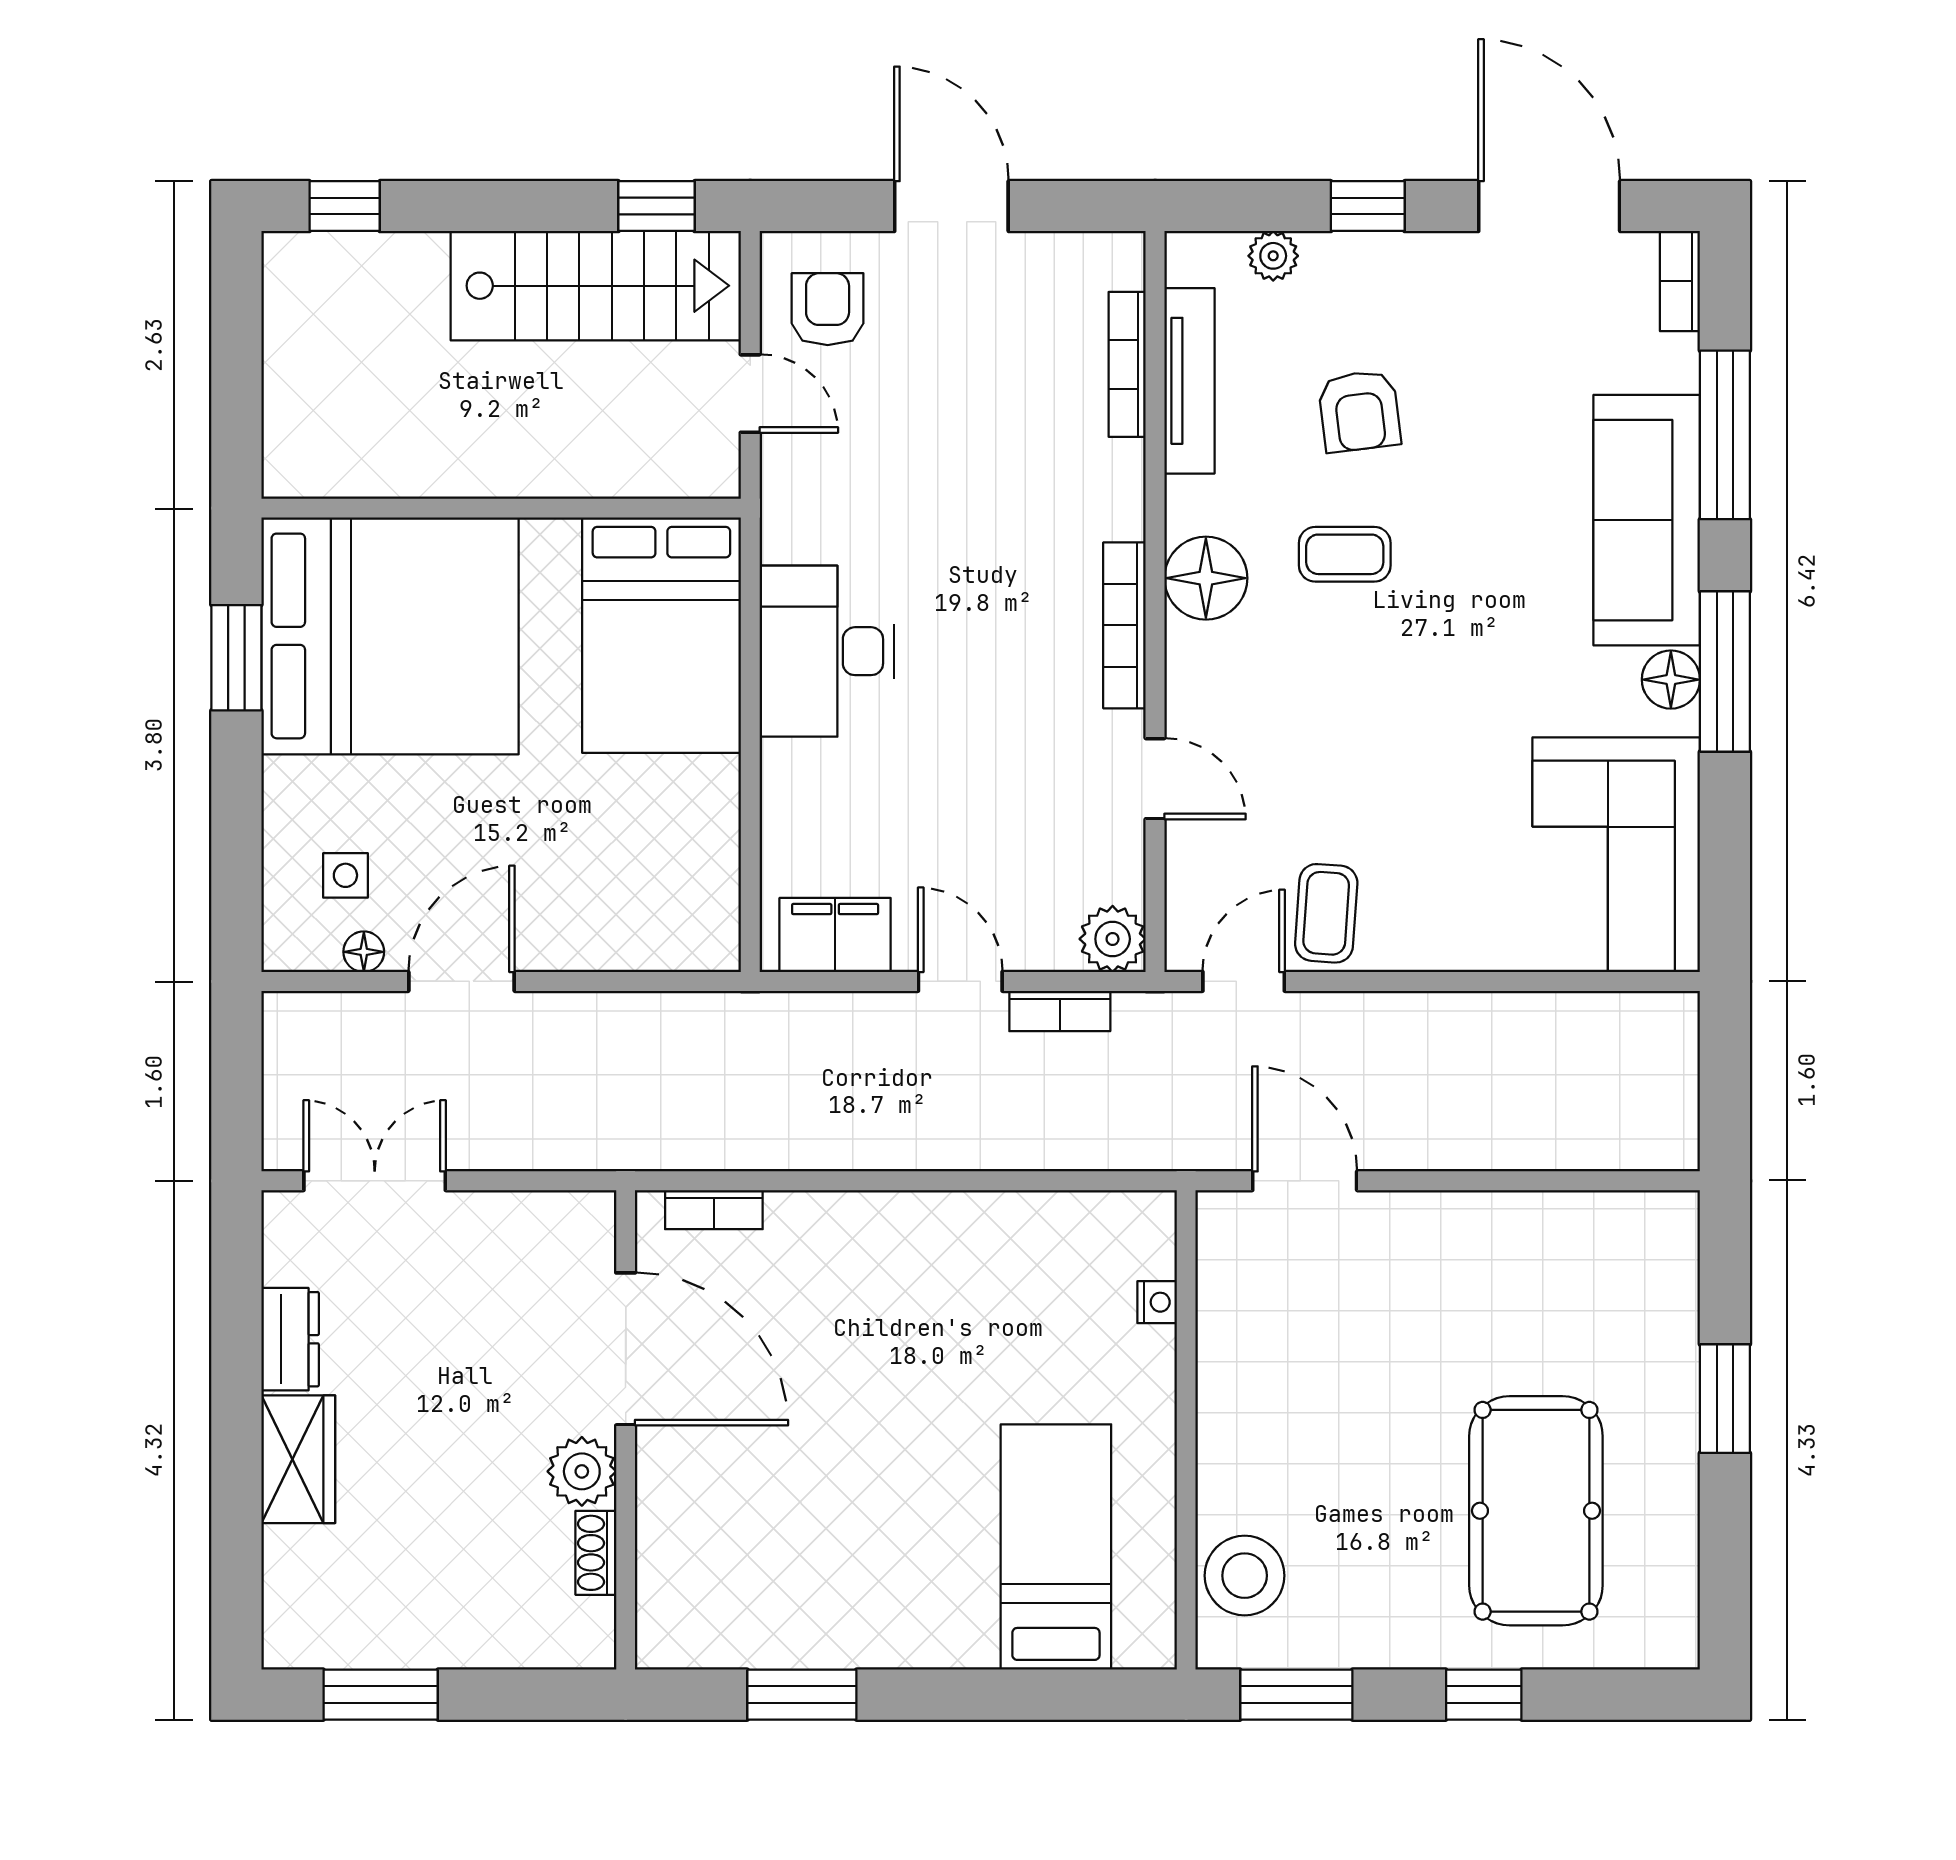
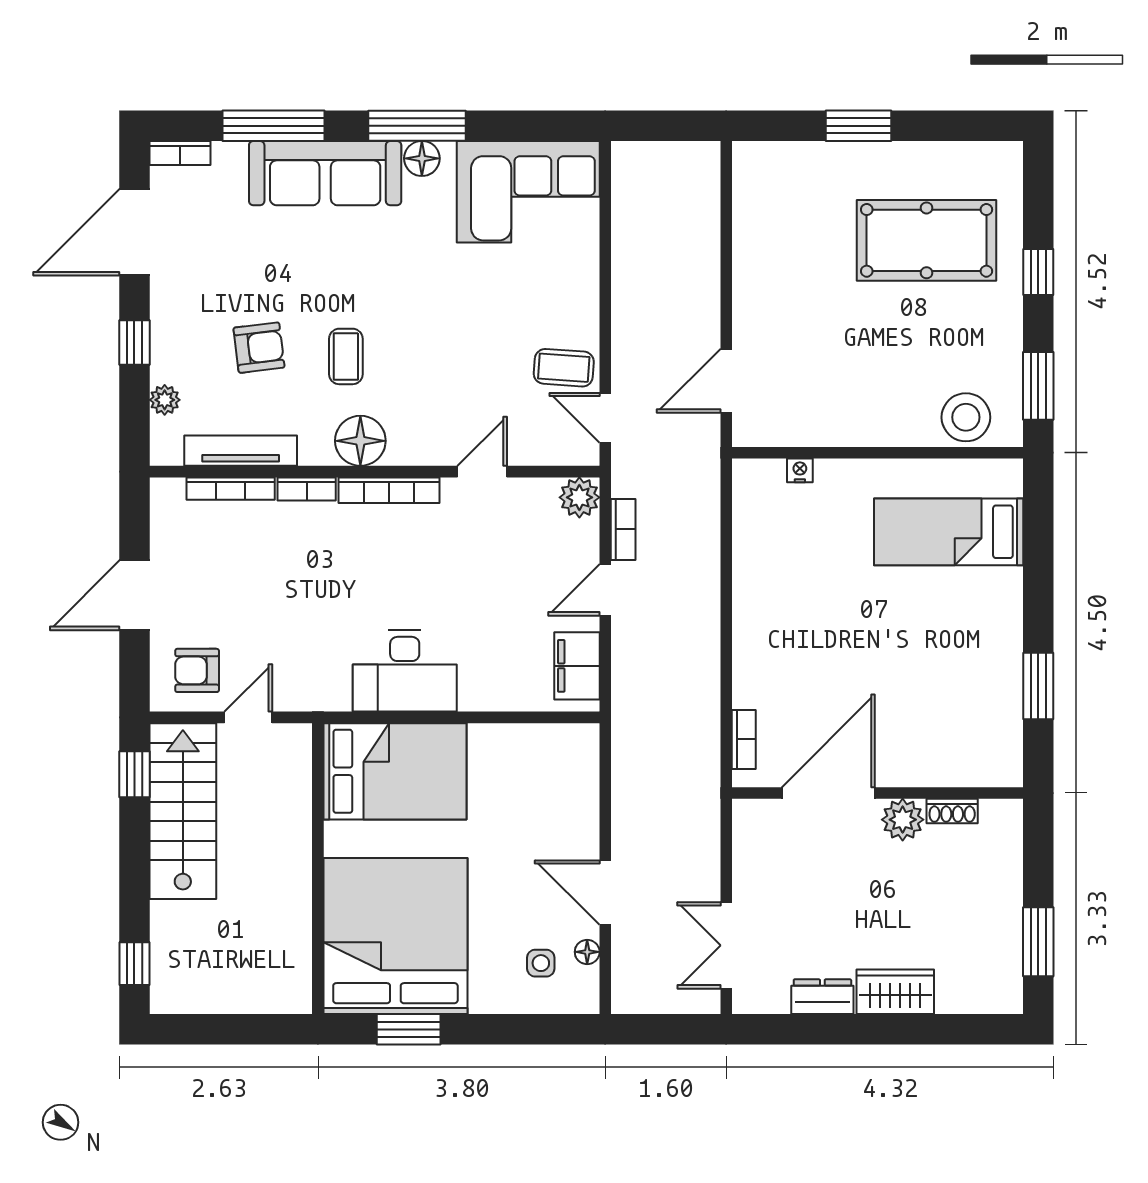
bookcase: (1127, 490) -> (307, 489), added

